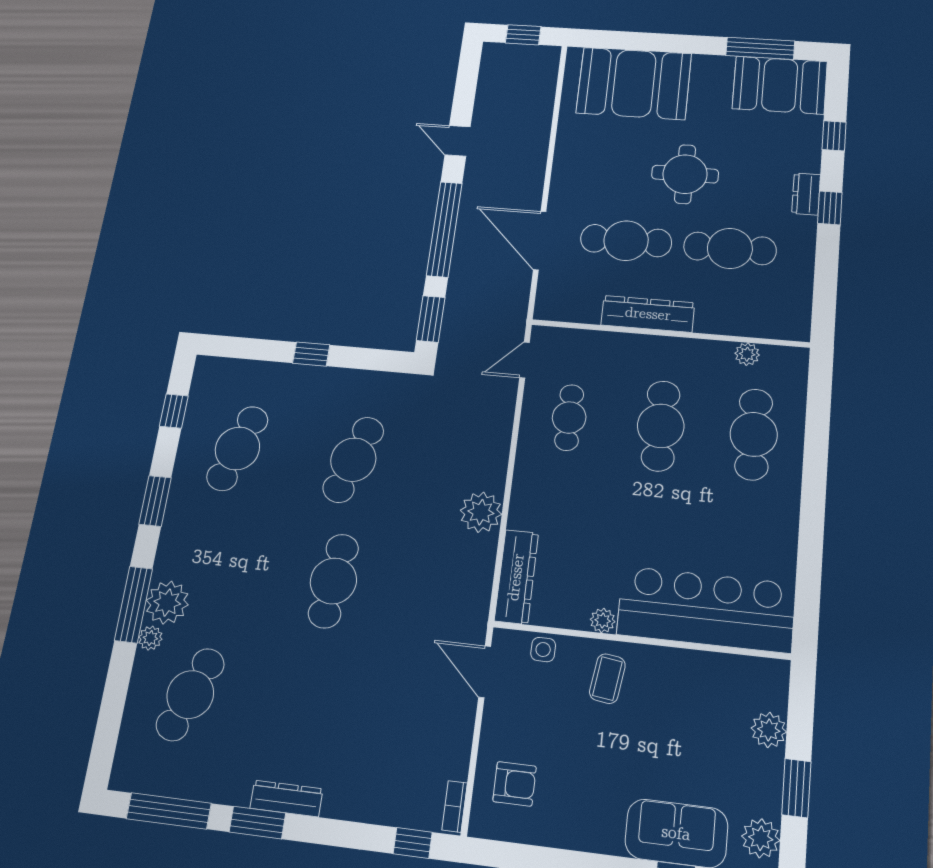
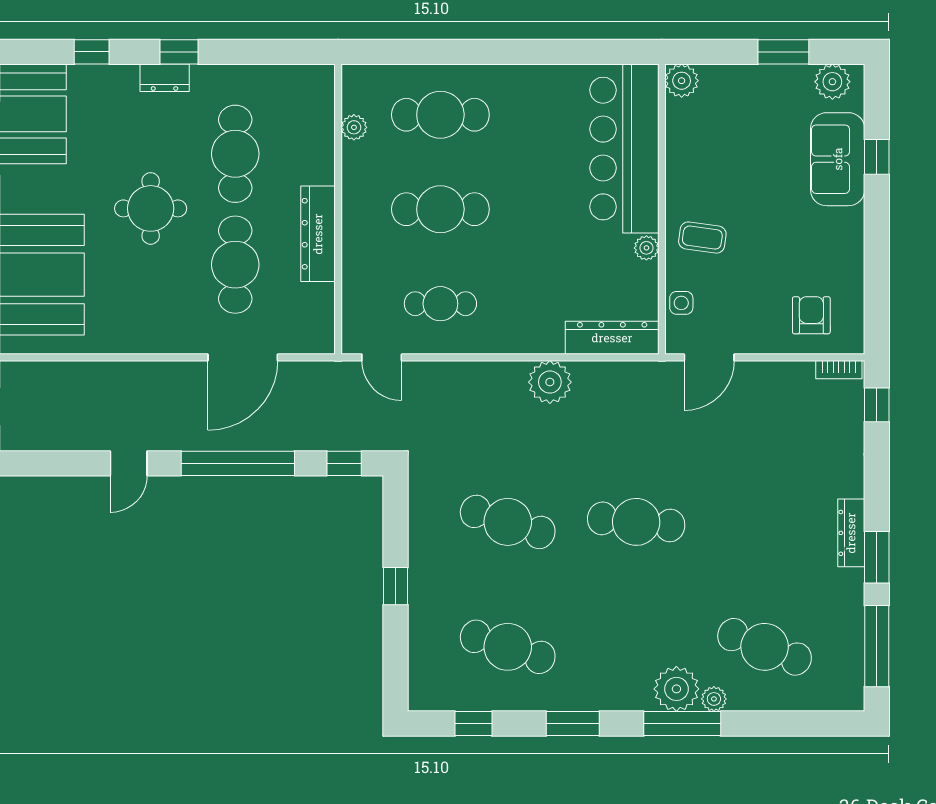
window: (431, 319) -> (344, 463), width x0.67
plant: (769, 730) -> (682, 81), moved

